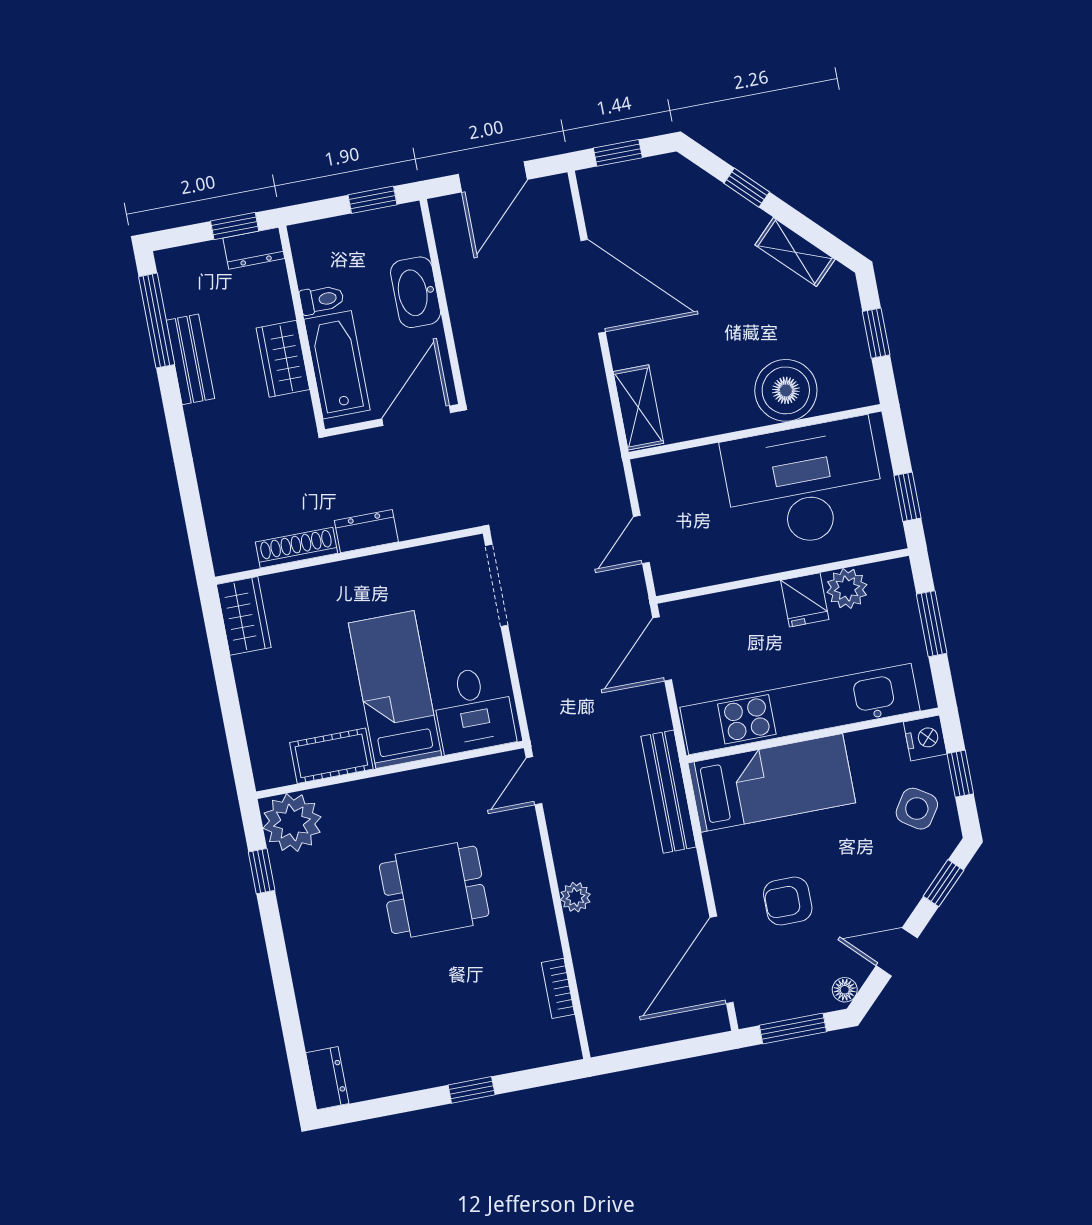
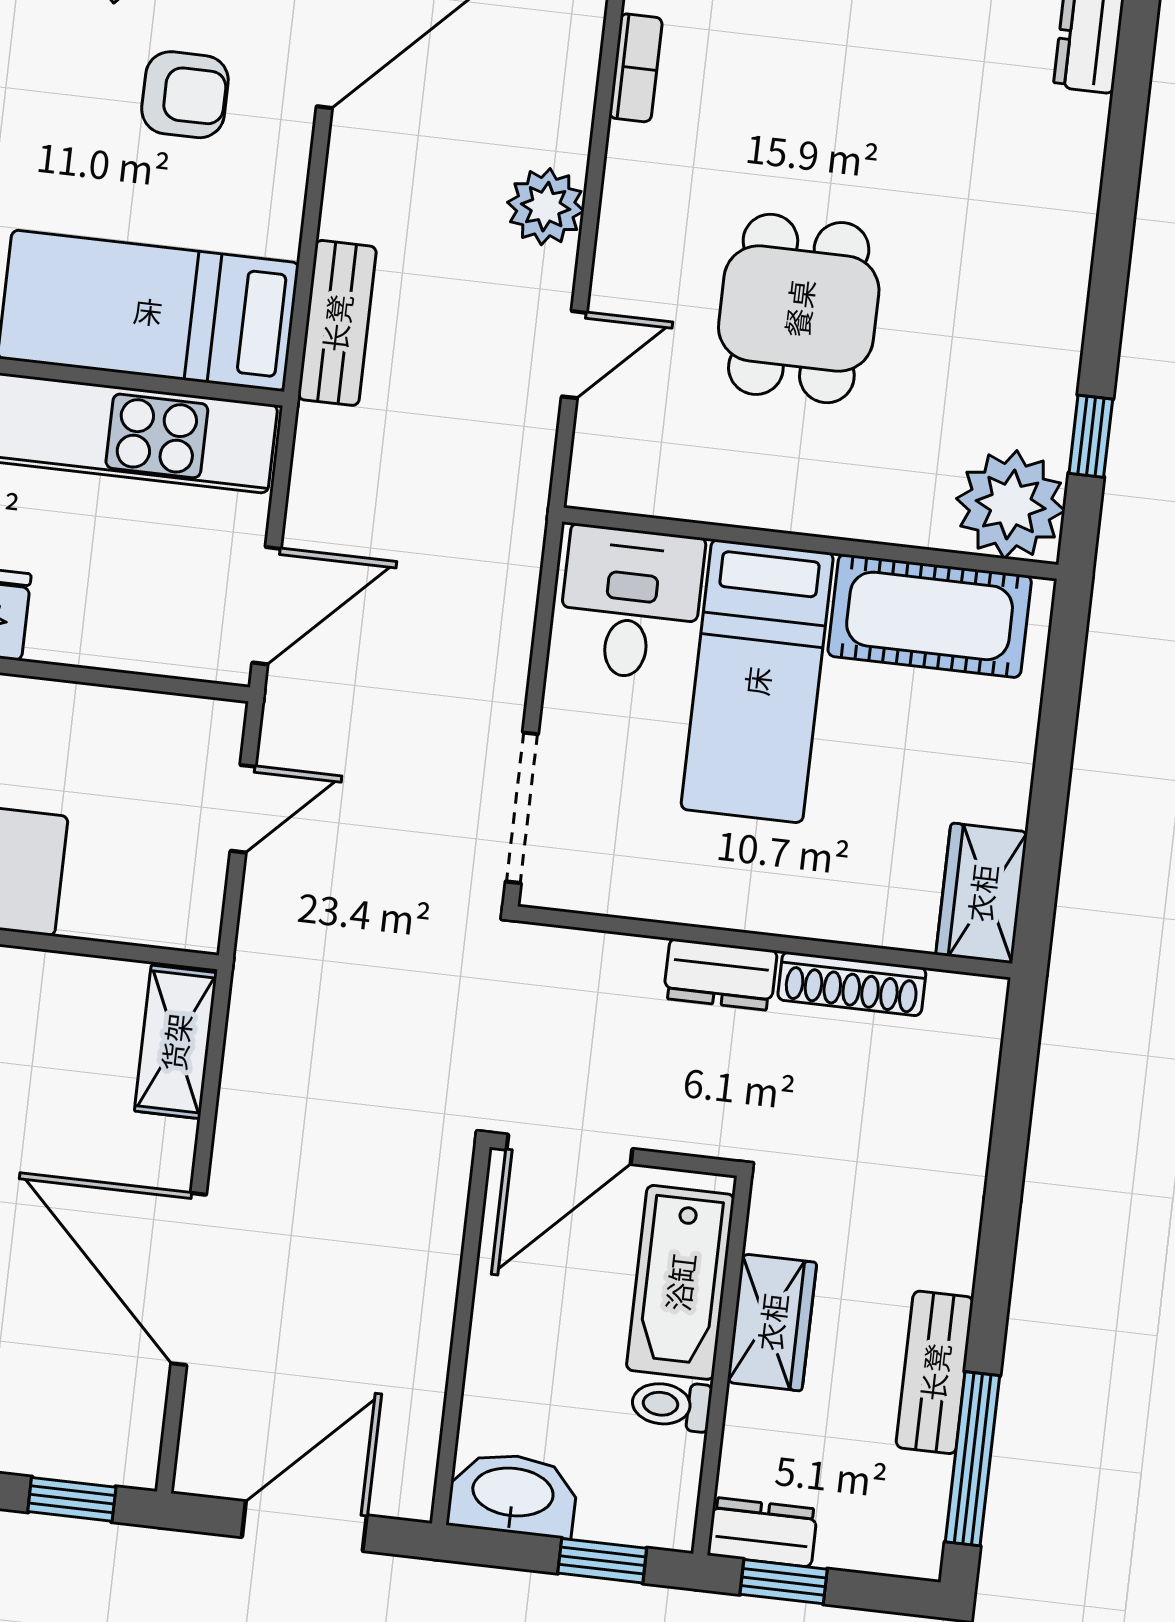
window: (373, 200) -> (602, 1561), moved
washbasin: (416, 292) -> (513, 1494), moved, turned -90
cot: (331, 756) -> (930, 616), width x1.37, depth x1.34
door: (534, 781) -> (574, 355), moved
bench: (669, 792) -> (337, 323), width x0.73
dining table: (434, 890) -> (799, 308), turned 90
plant: (575, 897) -> (546, 207), width x1.38, depth x1.38

